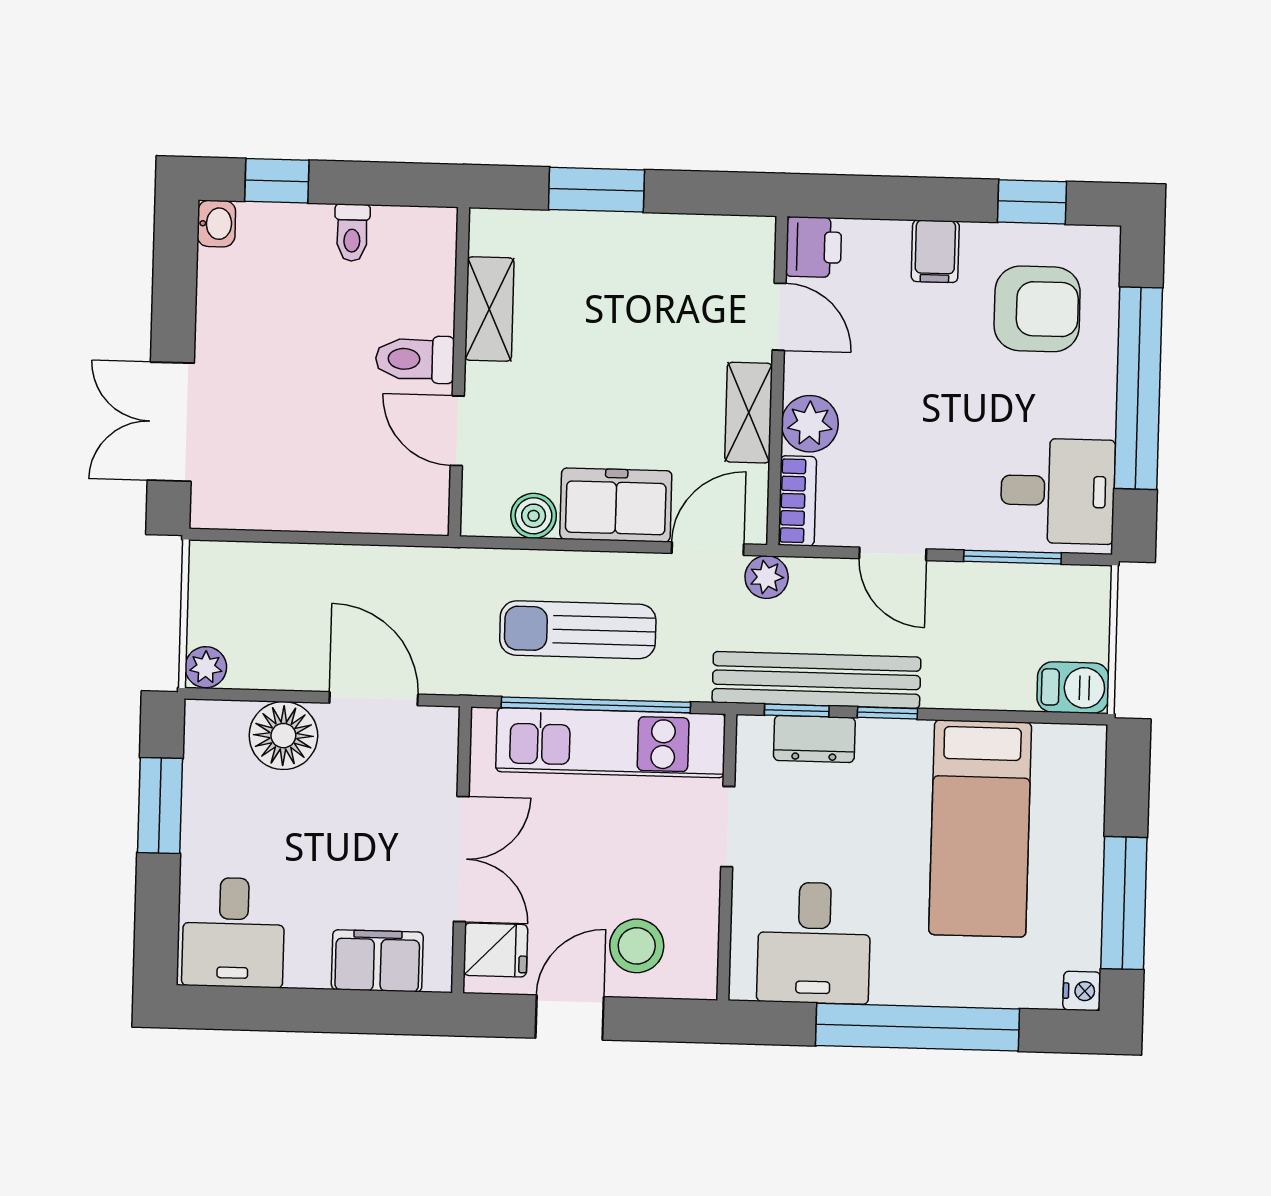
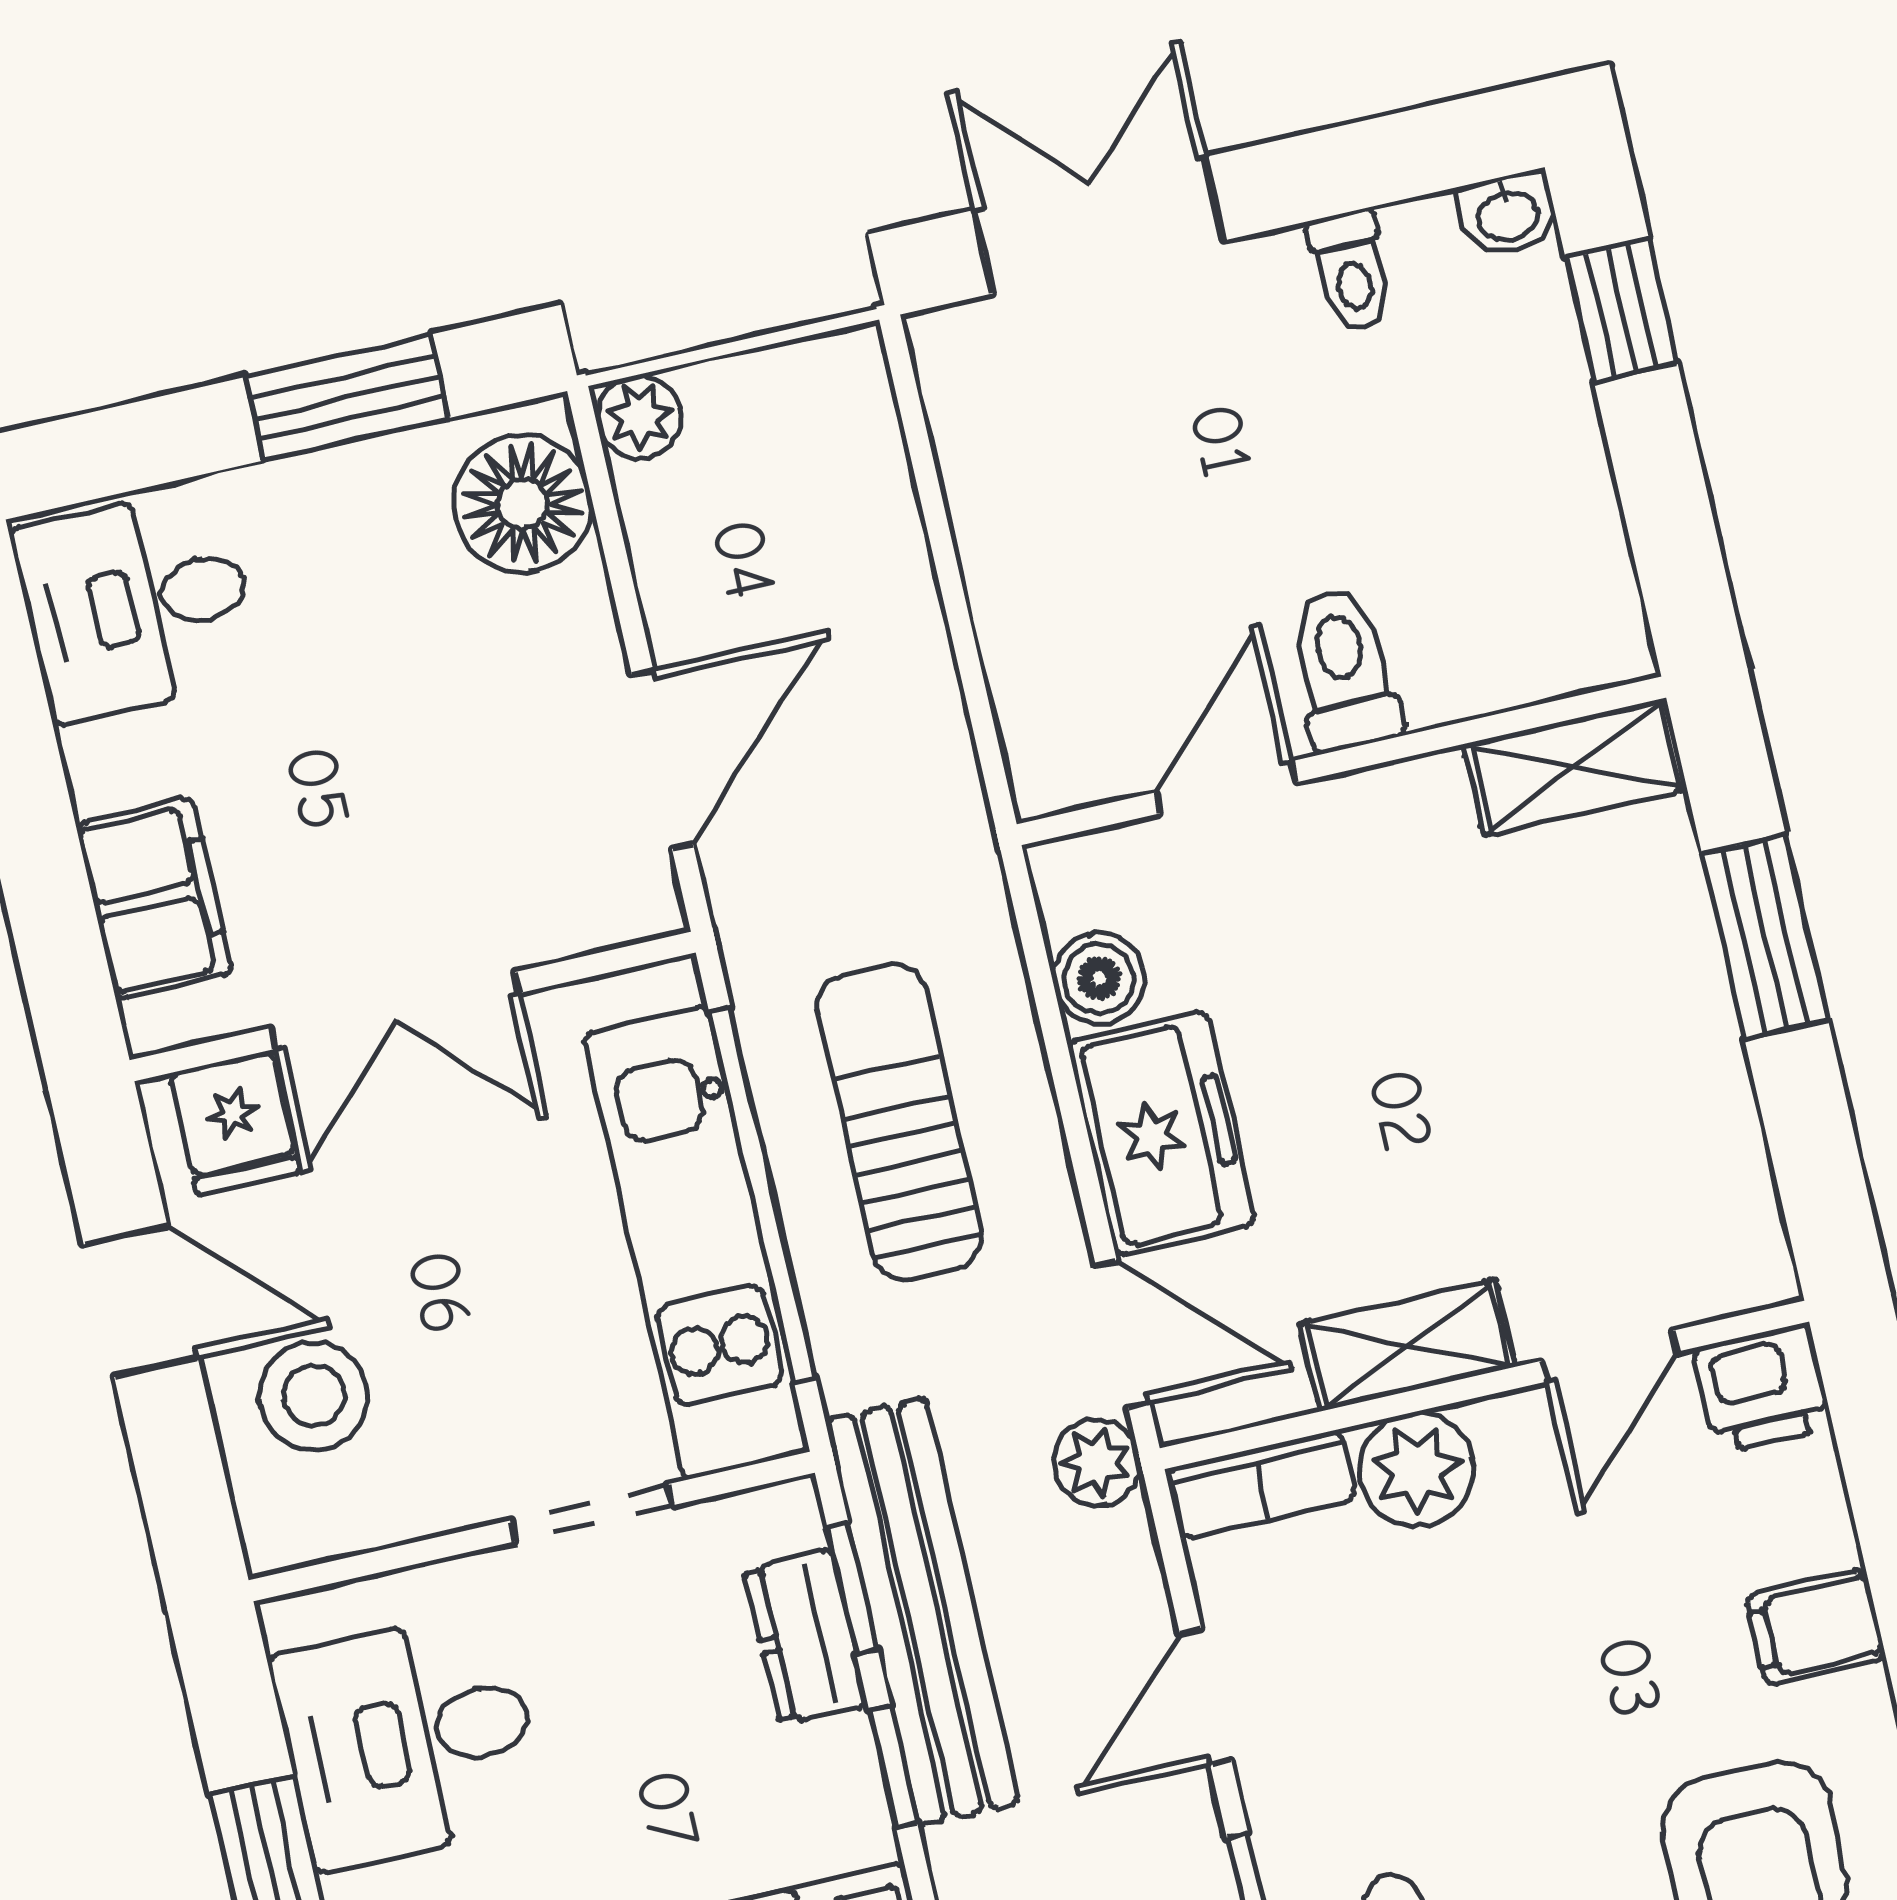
toilet: (352, 233) -> (1351, 270), moved, turned -90
shelving: (489, 309) -> (1575, 766), moved
floor lamp: (283, 736) -> (523, 504), moved

